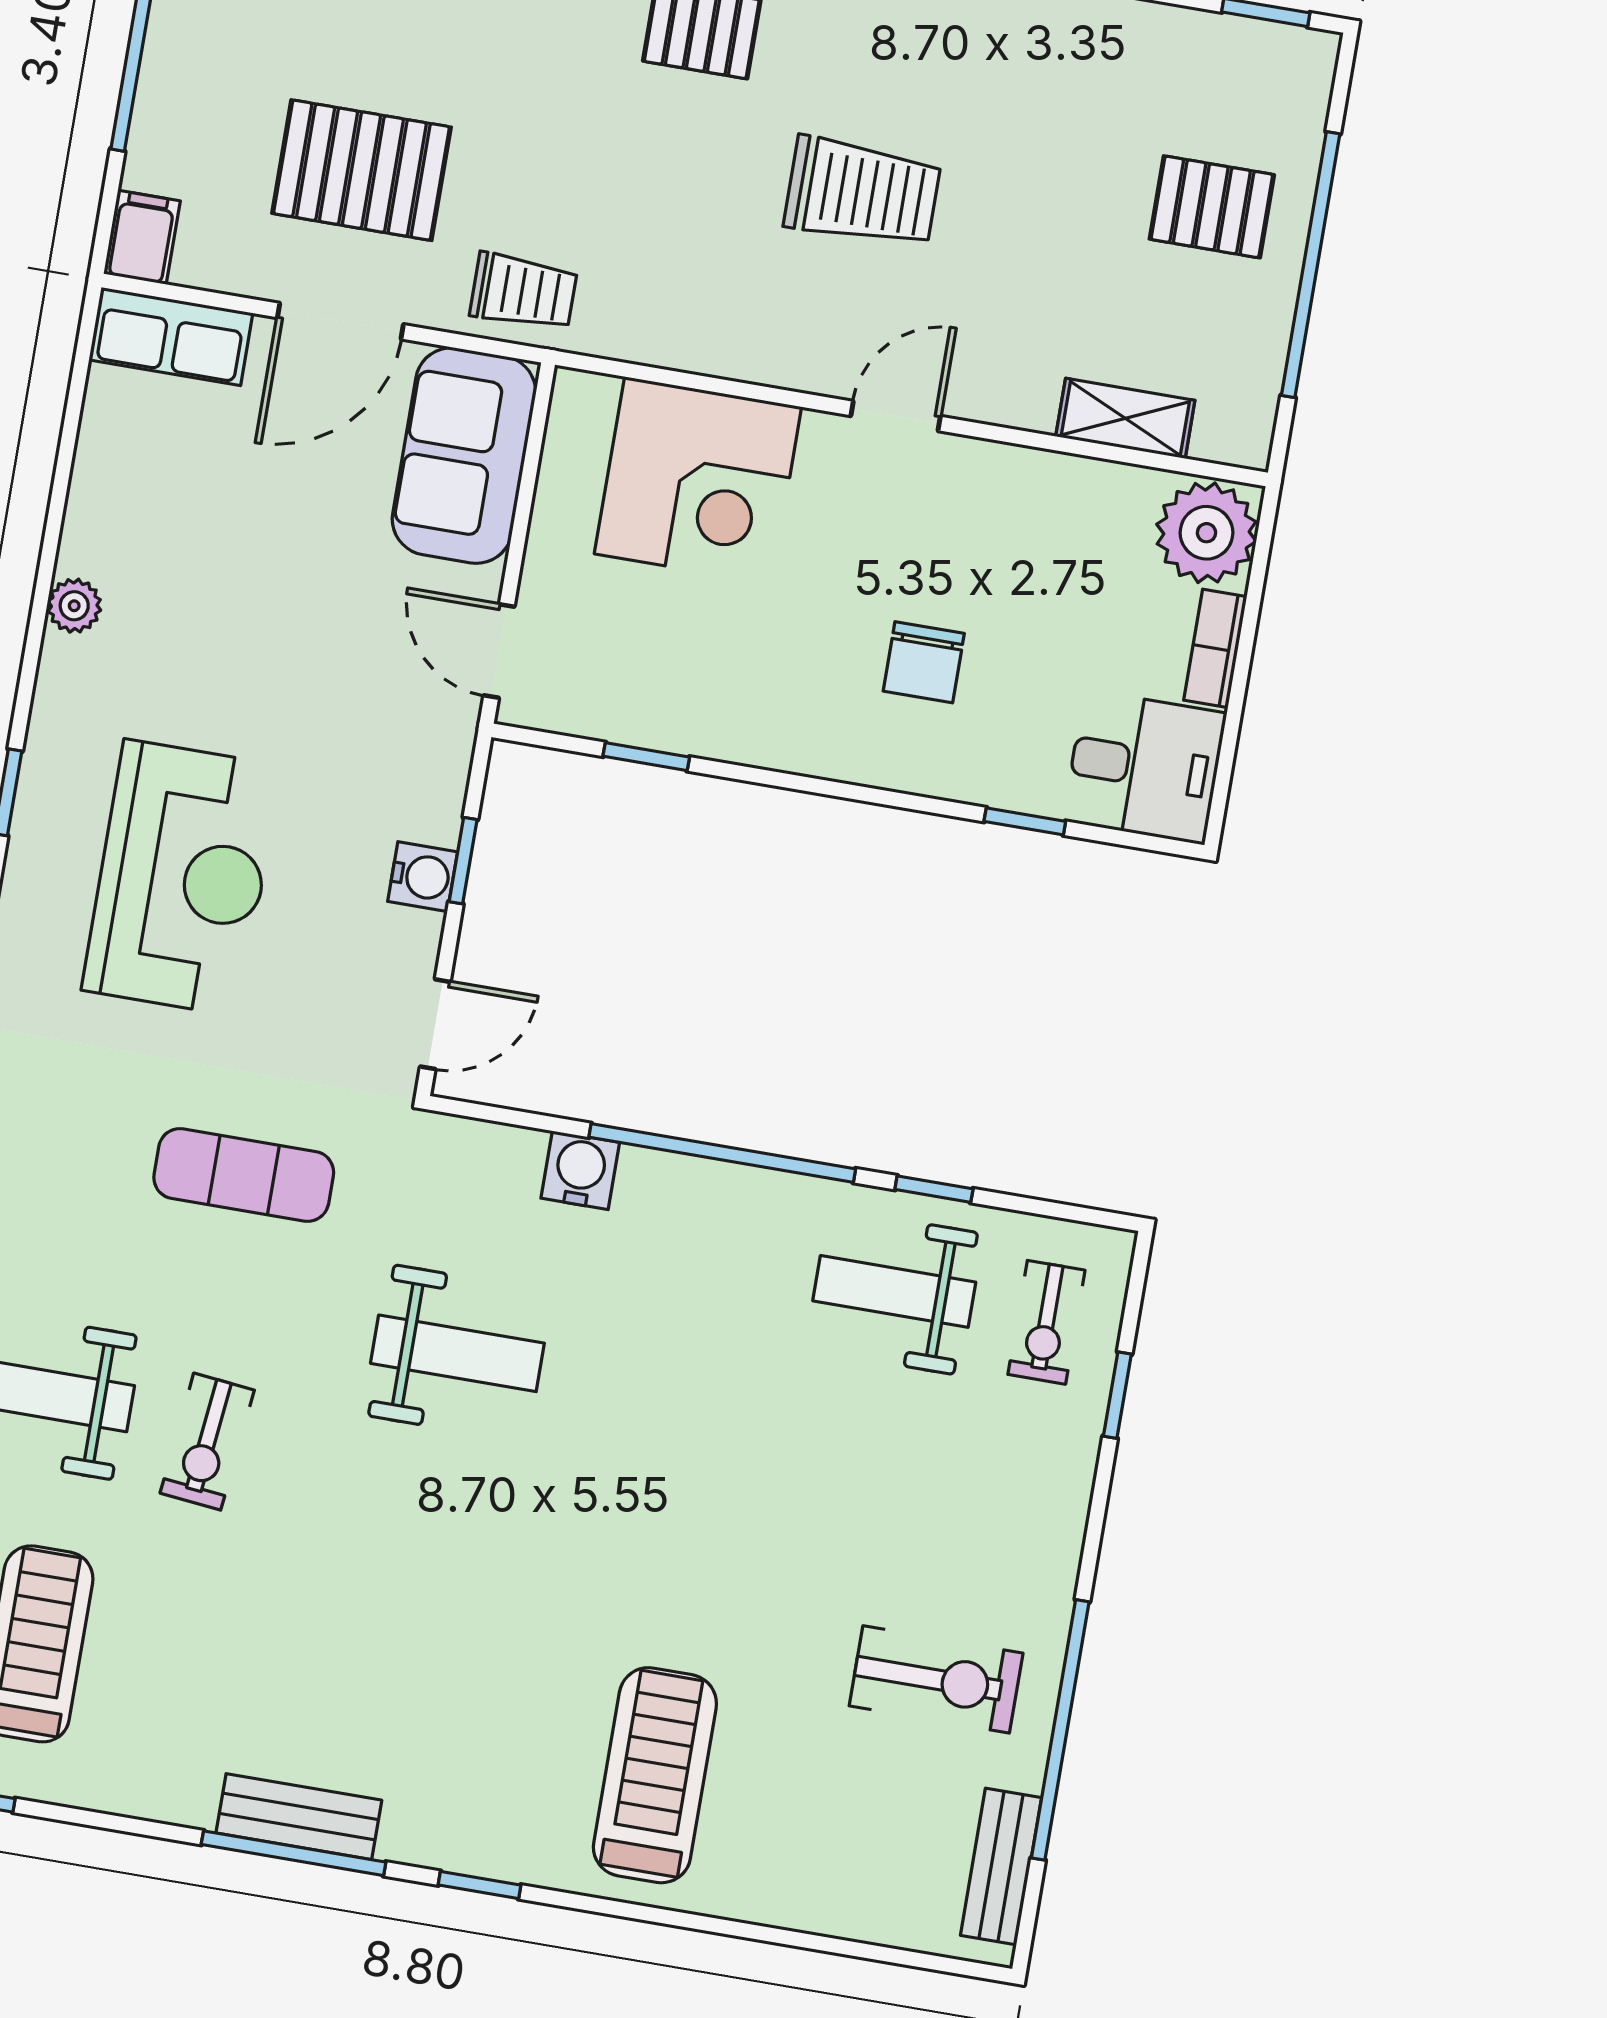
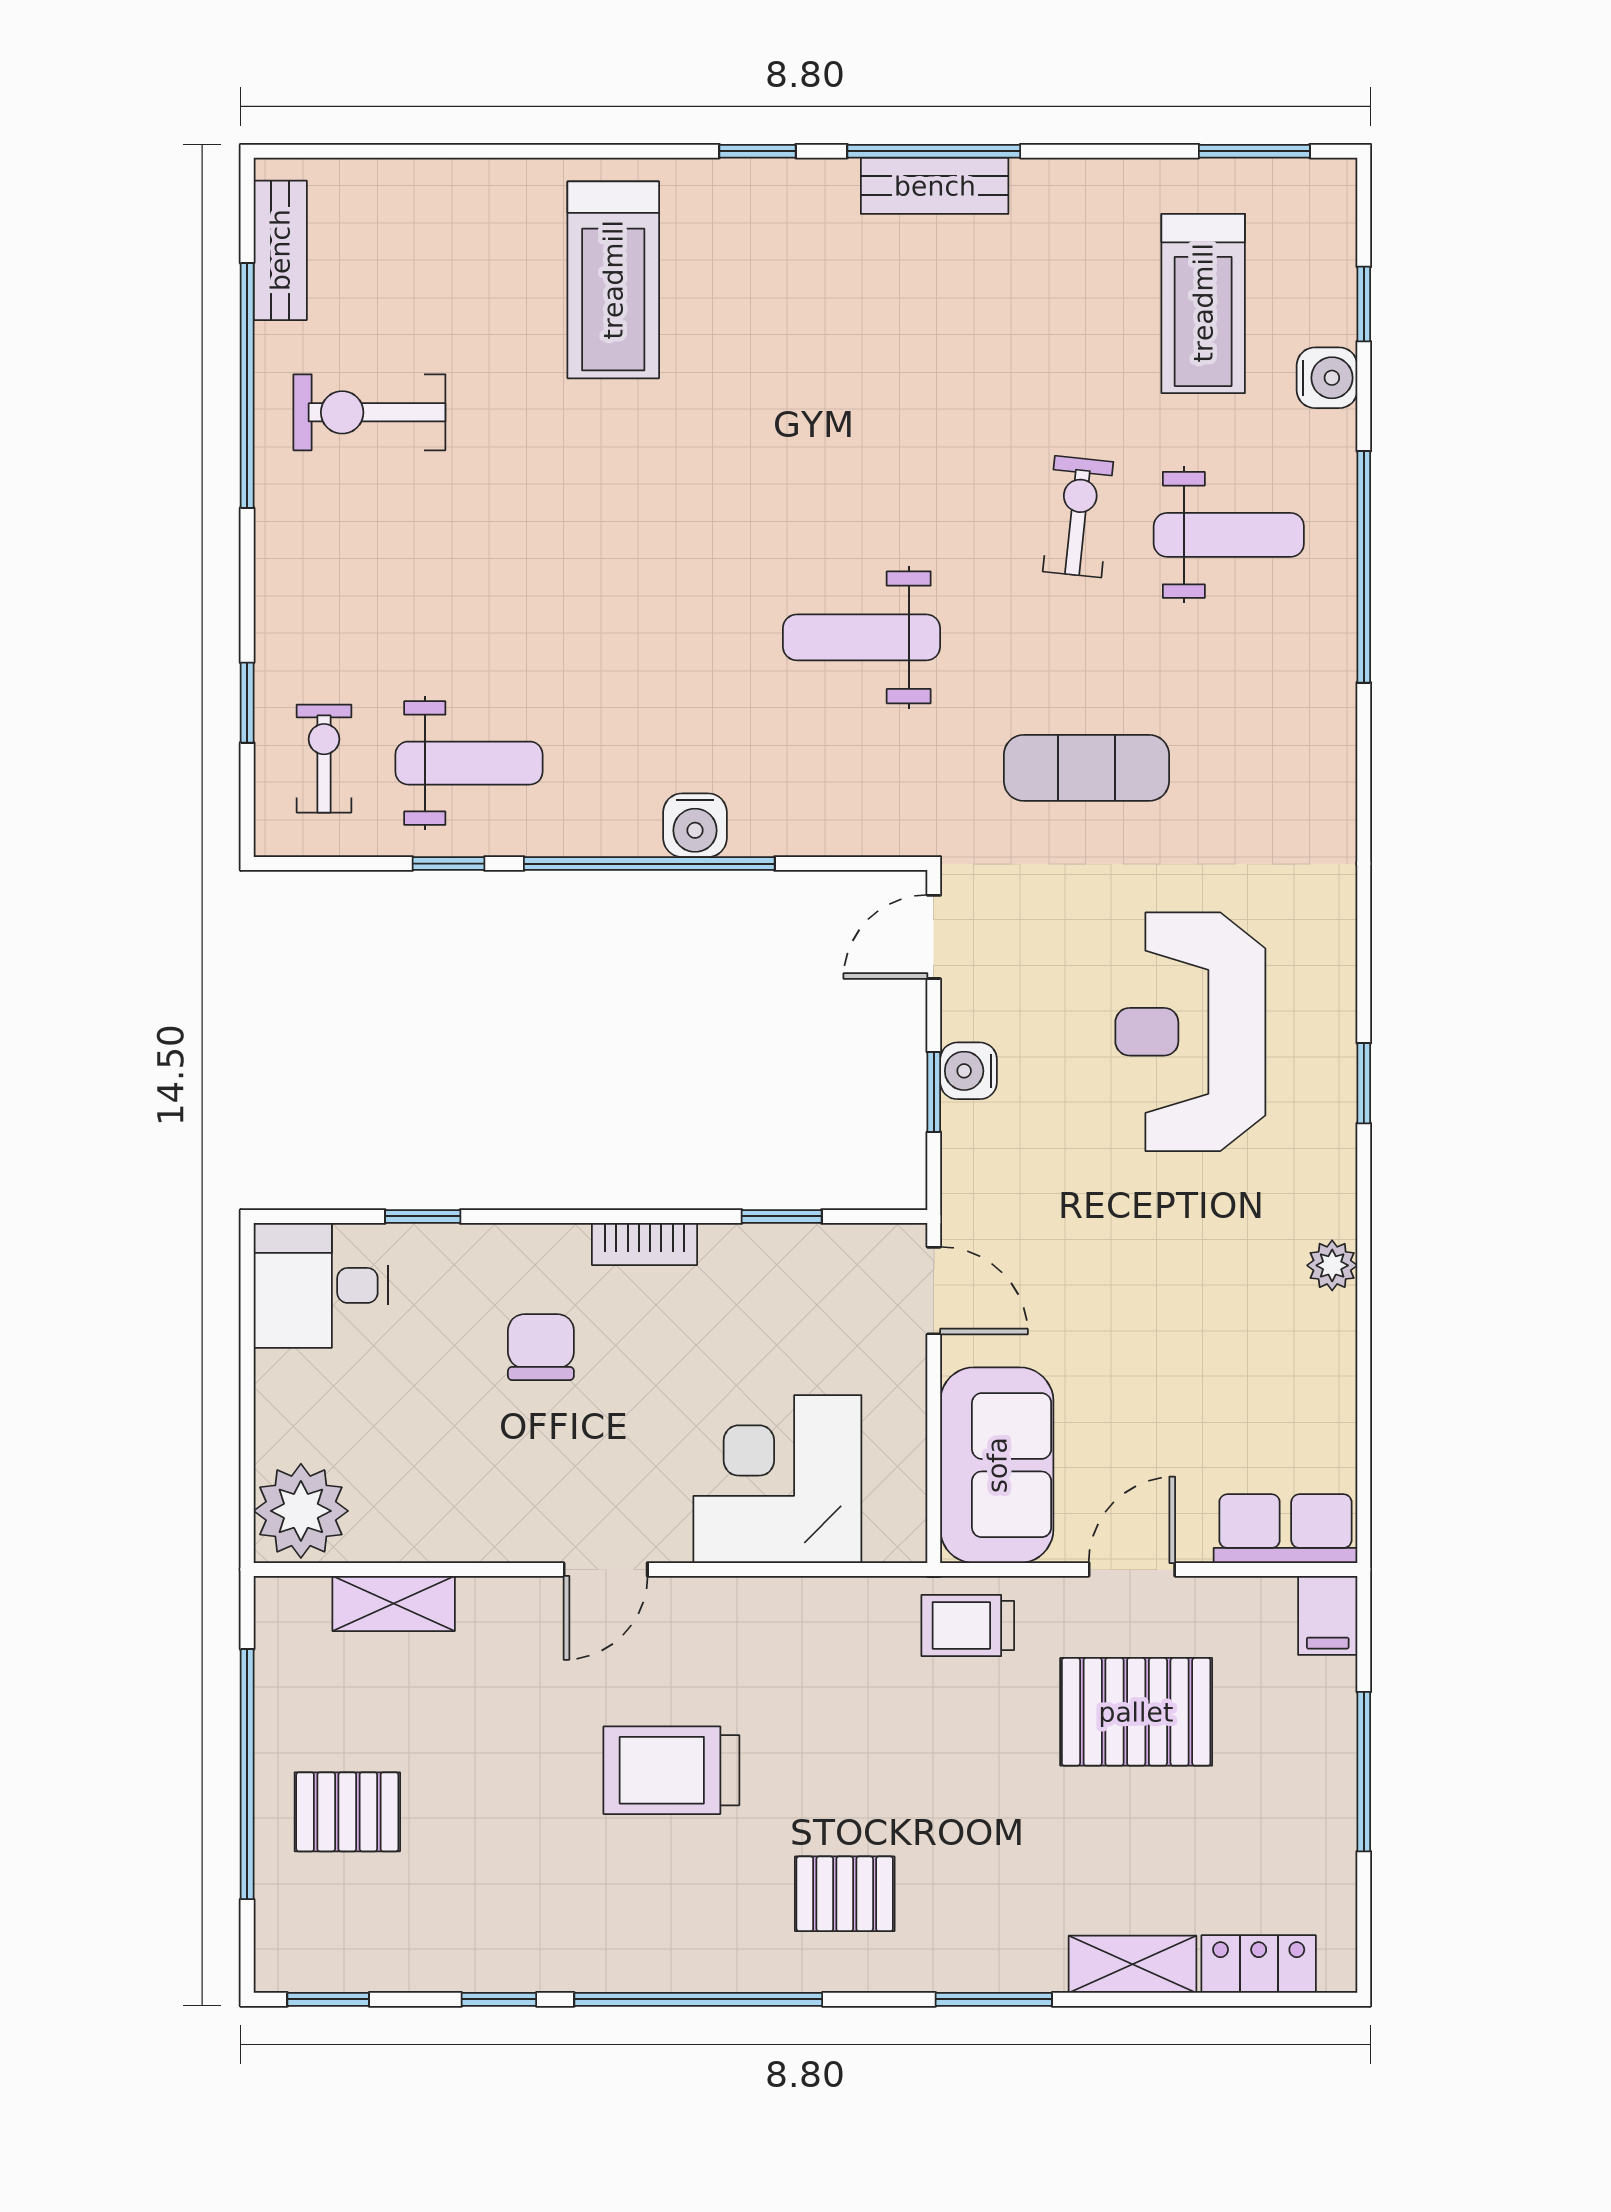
door: (340, 321) -> (1132, 1569), width x0.73
bookcase: (1215, 648) -> (644, 1244), moved, turned 90
water cooler: (580, 1170) -> (695, 825), moved

